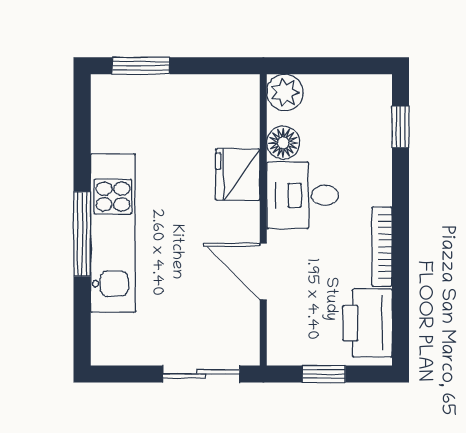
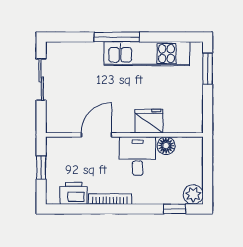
plant: (285, 92) -> (193, 195), moved
kitchen unit: (113, 233) -> (147, 54), moved
printer: (367, 323) -> (74, 193), width x0.73, depth x0.84
sliding door: (201, 374) -> (41, 79), moved

